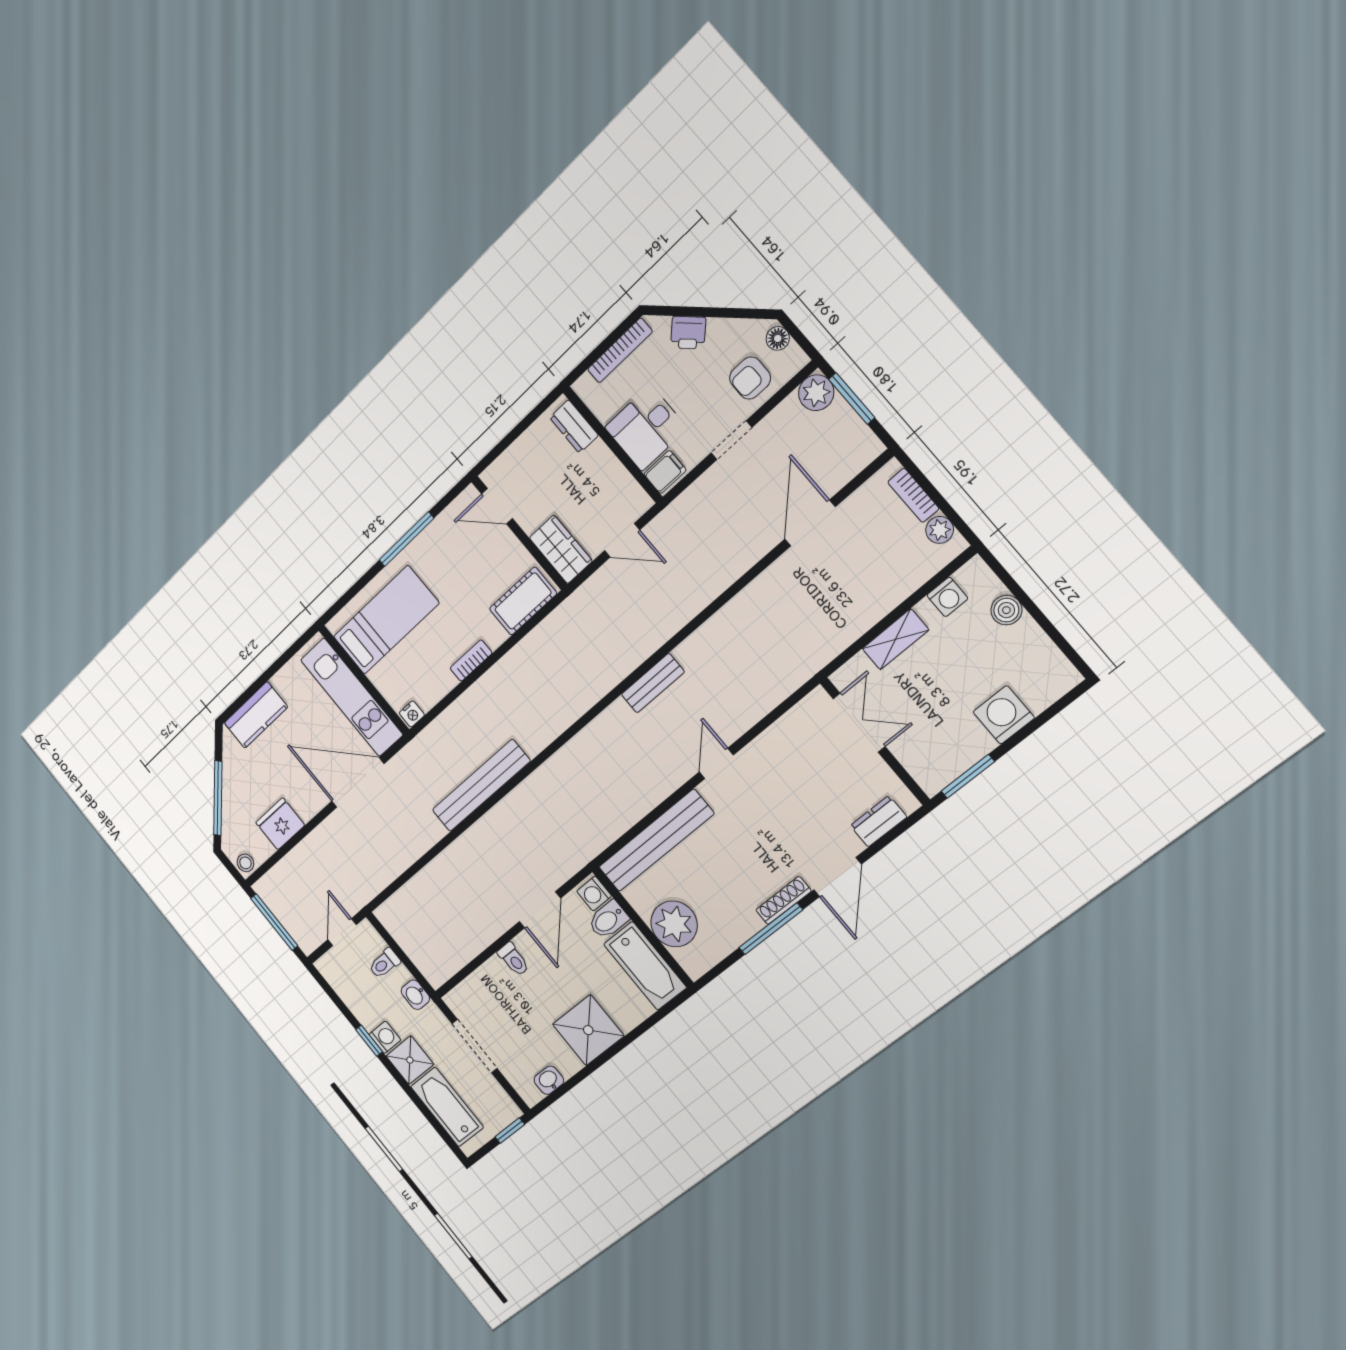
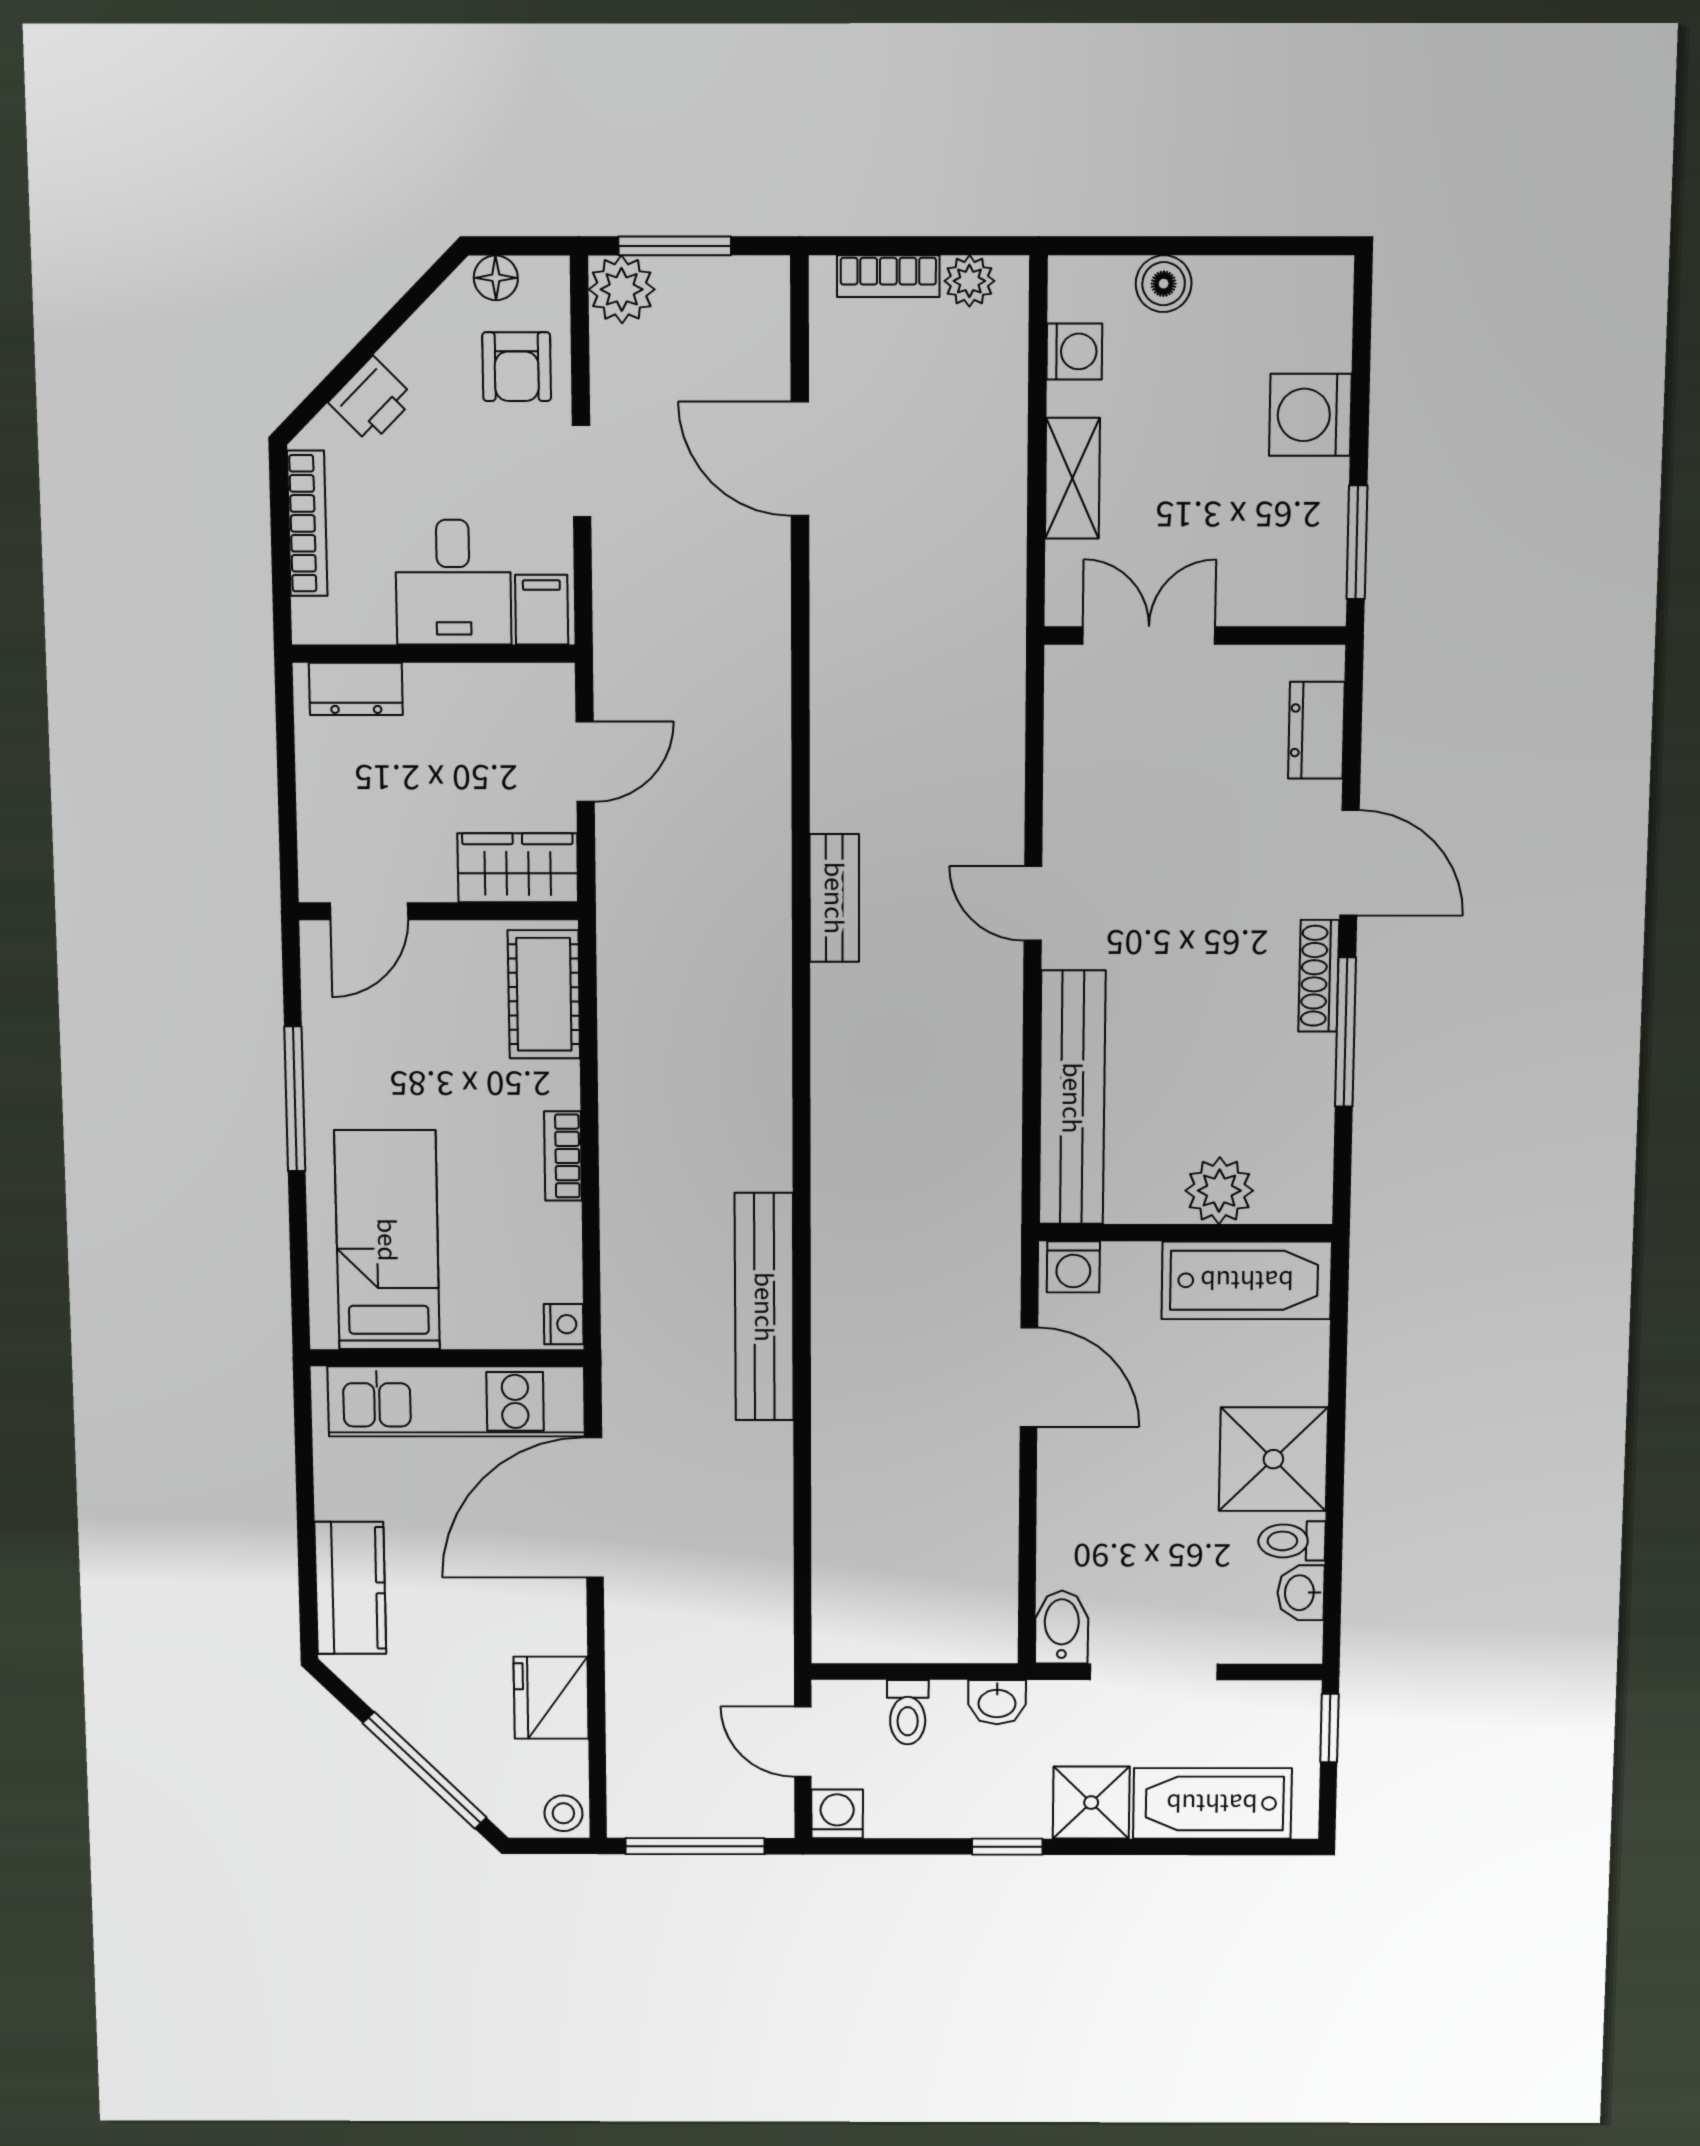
bidet: (608, 920) -> (1062, 1627), moved, turned 180
plant: (674, 924) -> (1219, 1191), width x0.73, depth x0.73
toilet: (513, 959) -> (1292, 1541), moved, turned 180
washing machine: (385, 1037) -> (837, 1814), moved

